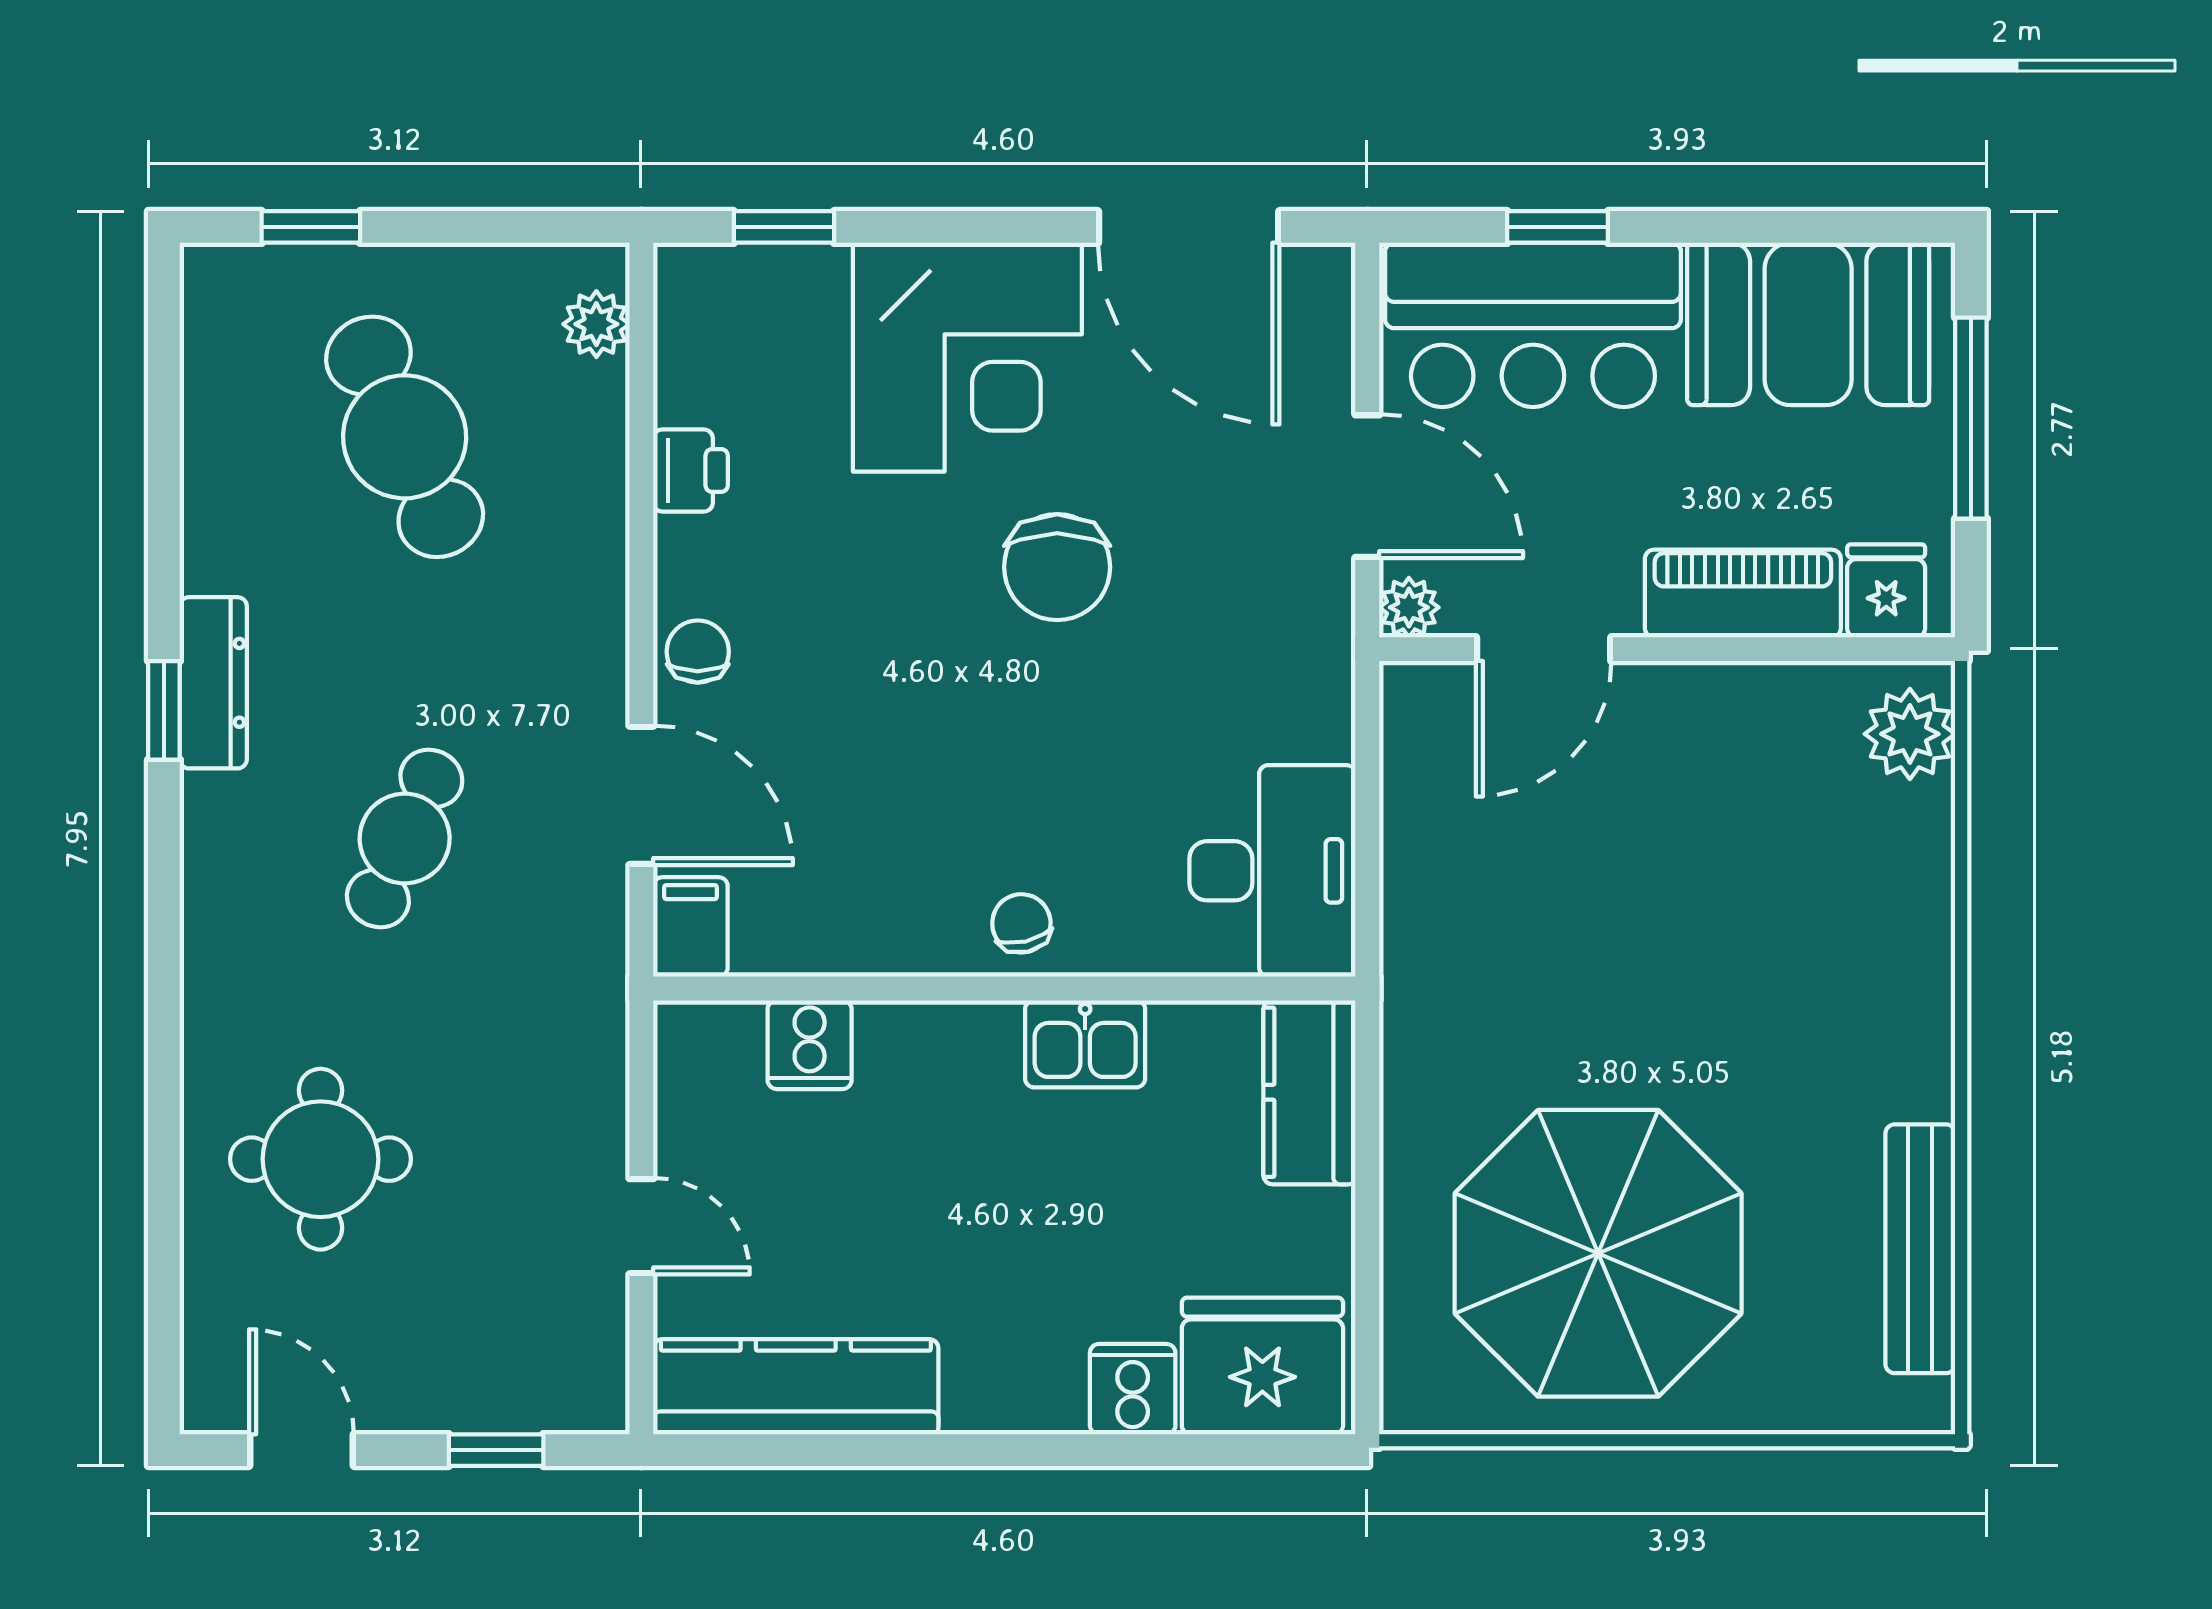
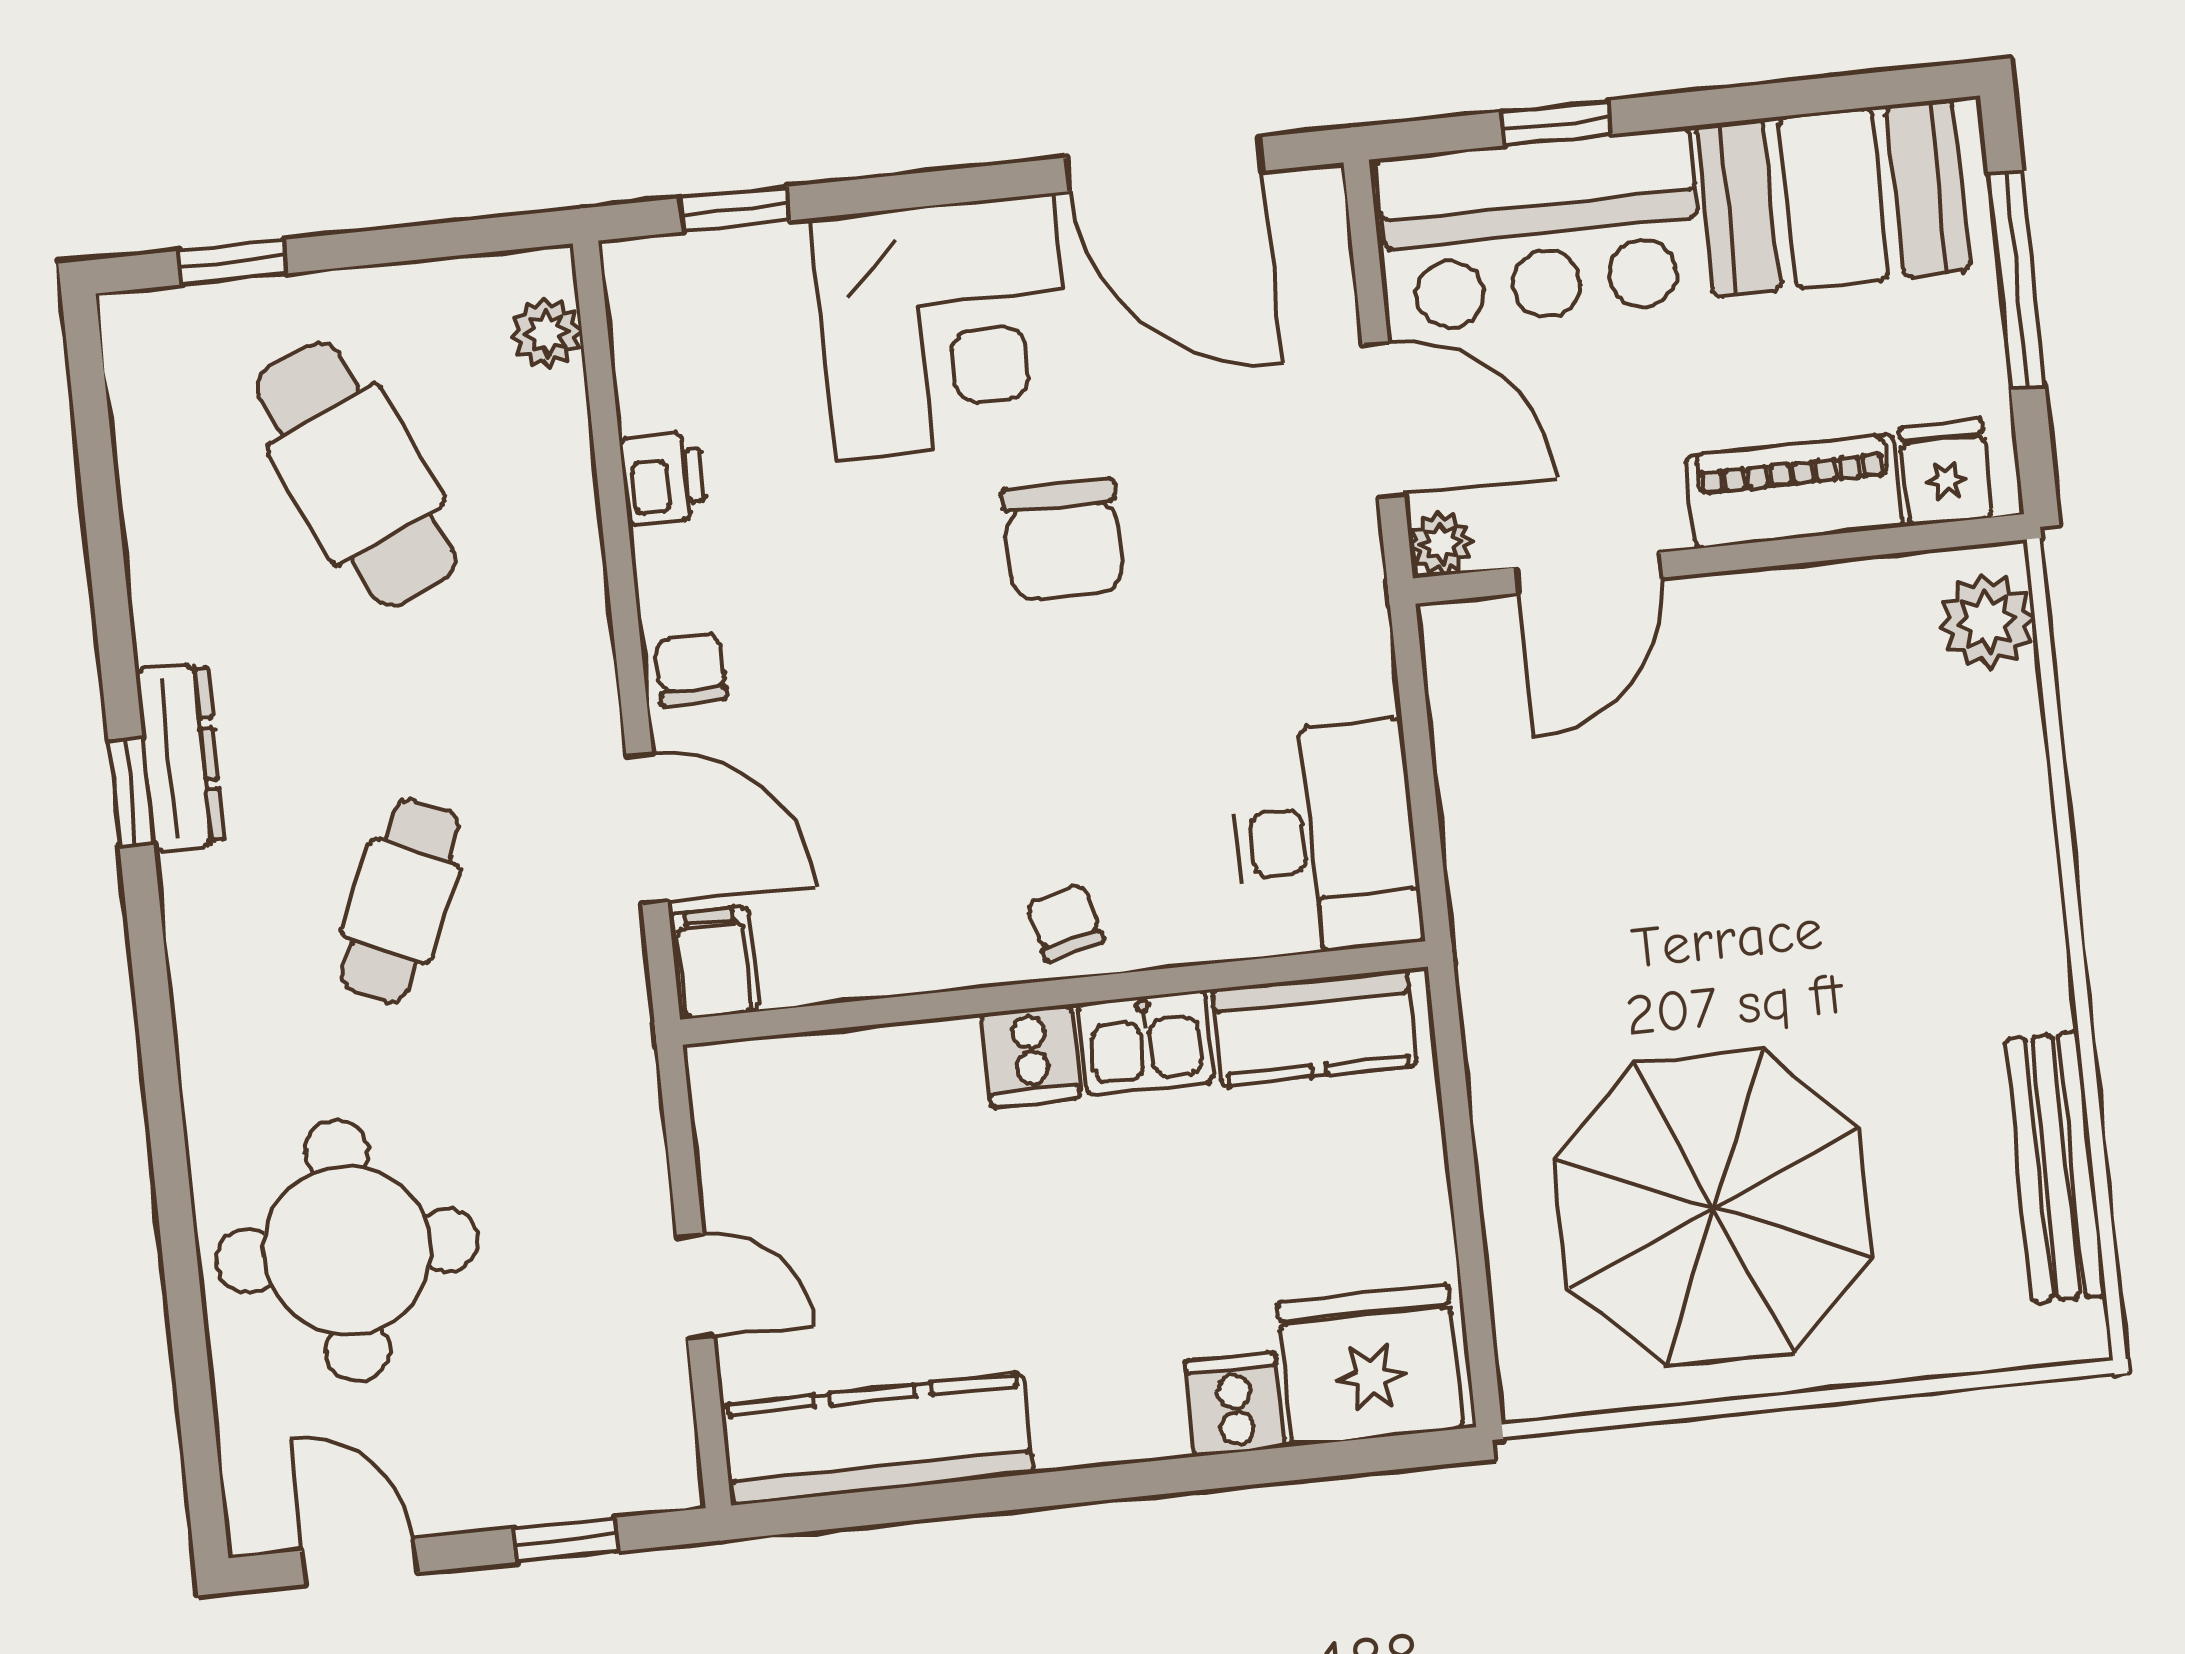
cooker: (810, 1045) -> (1031, 1056), moved
kitchen counter: (1309, 1092) -> (1314, 1028), moved, turned -90
round table: (320, 1159) -> (347, 1251), width x1.36, depth x1.36

